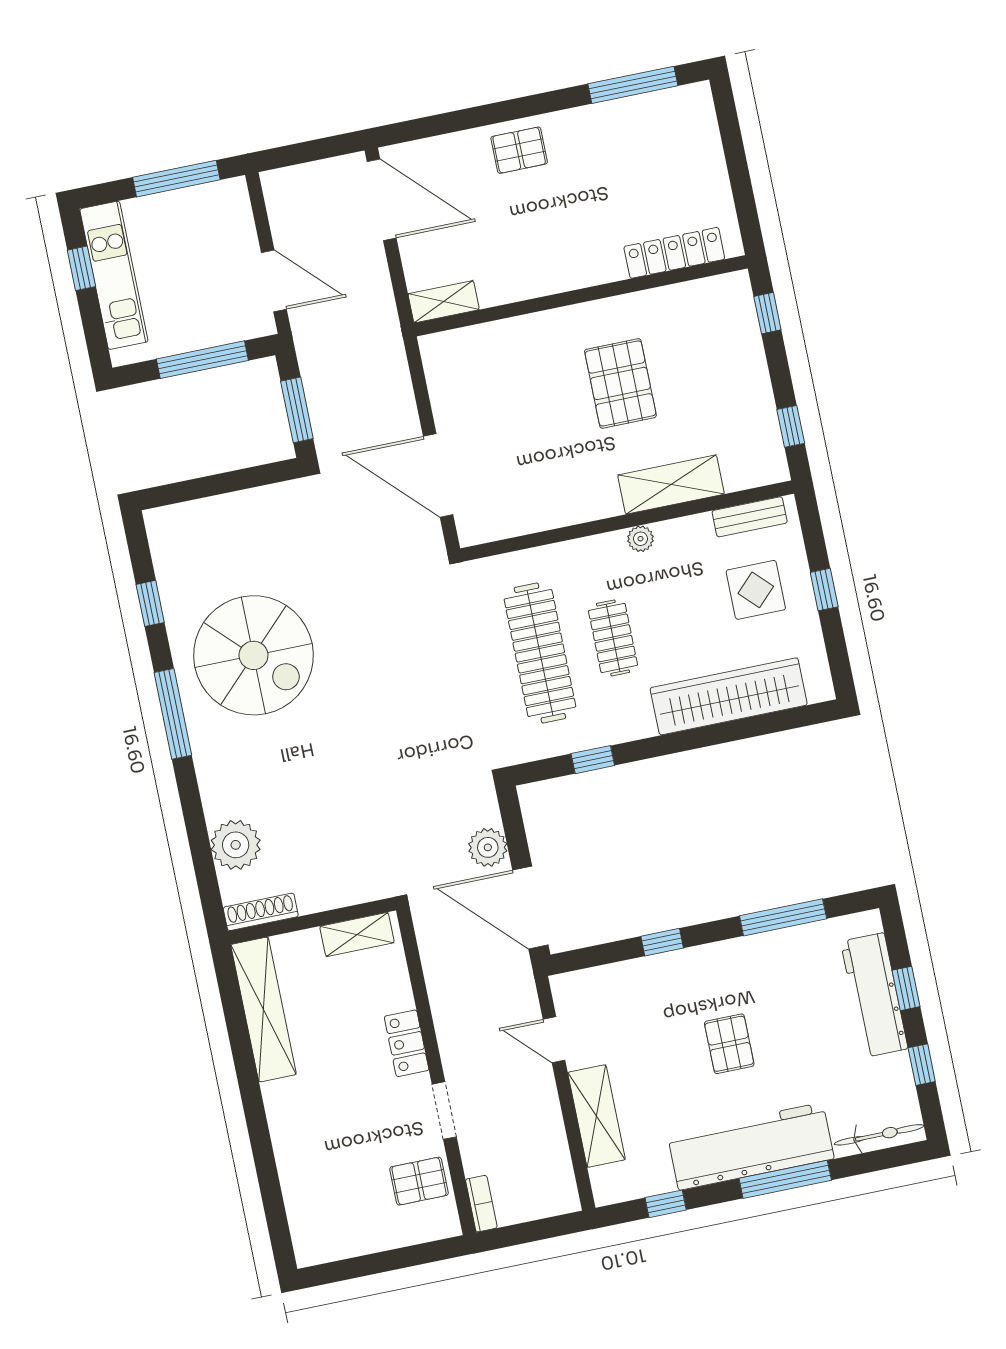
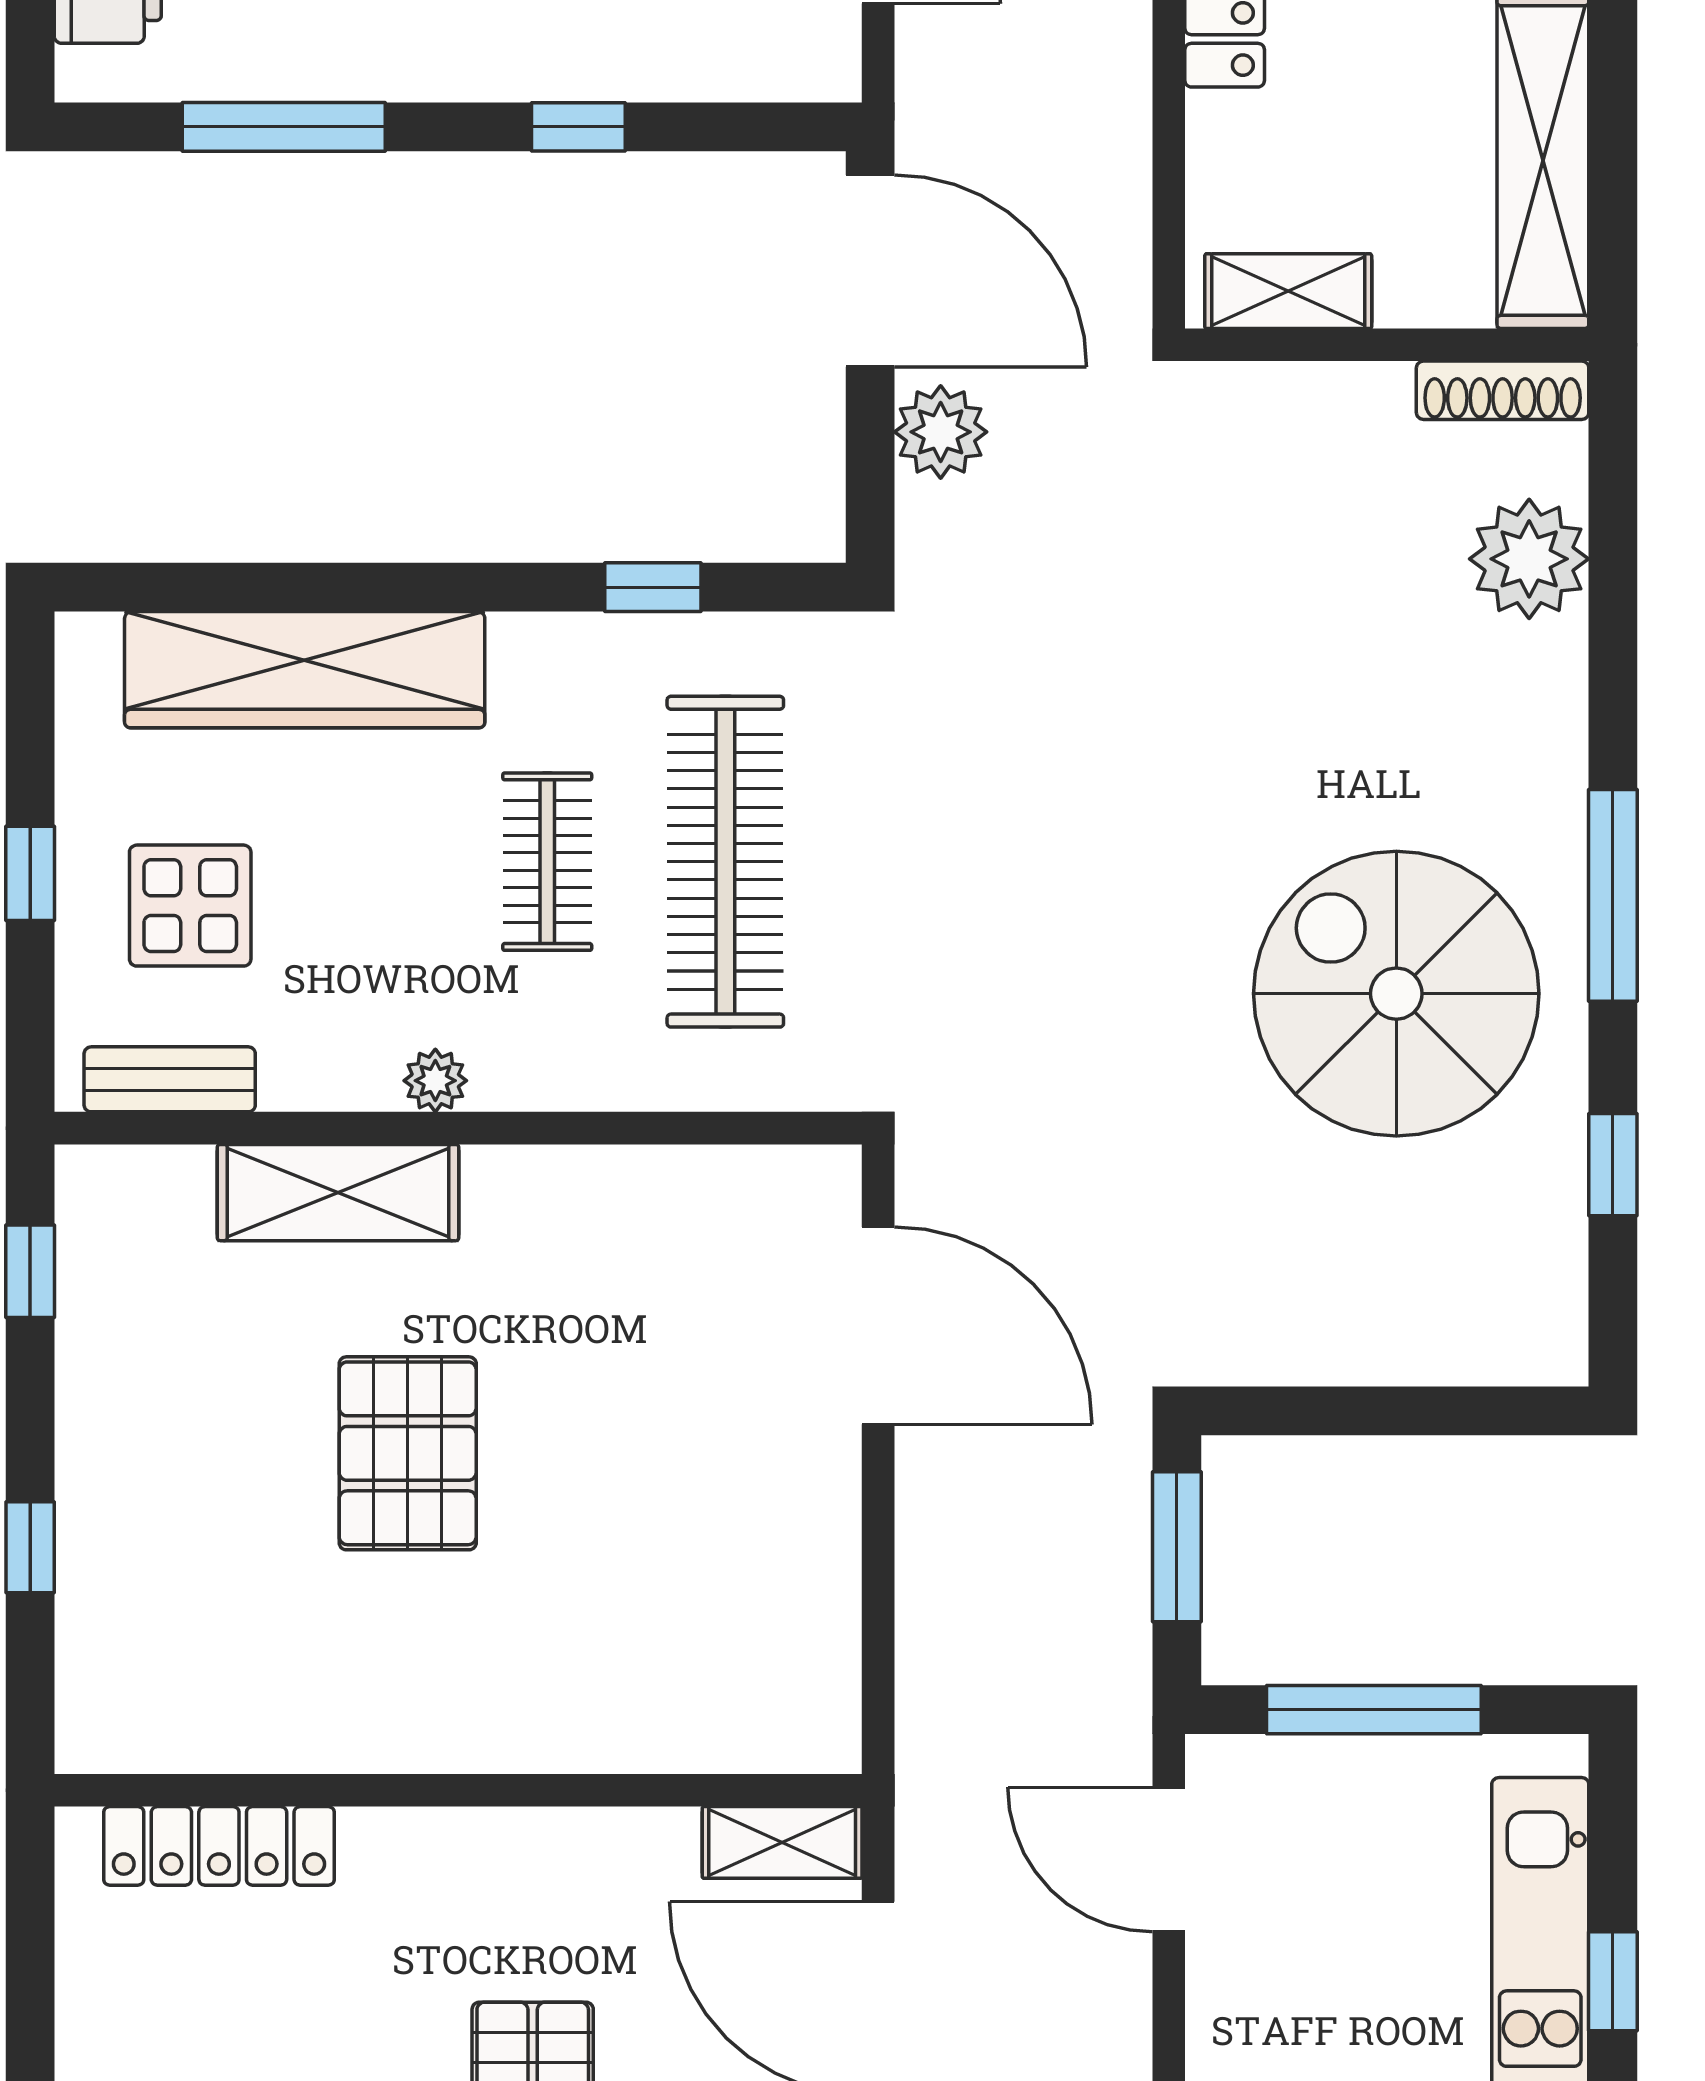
locker: (674, 253) -> (219, 1846), moved
wall: (581, 296) -> (458, 1790), moved
shelving: (444, 302) -> (782, 1842), moved

